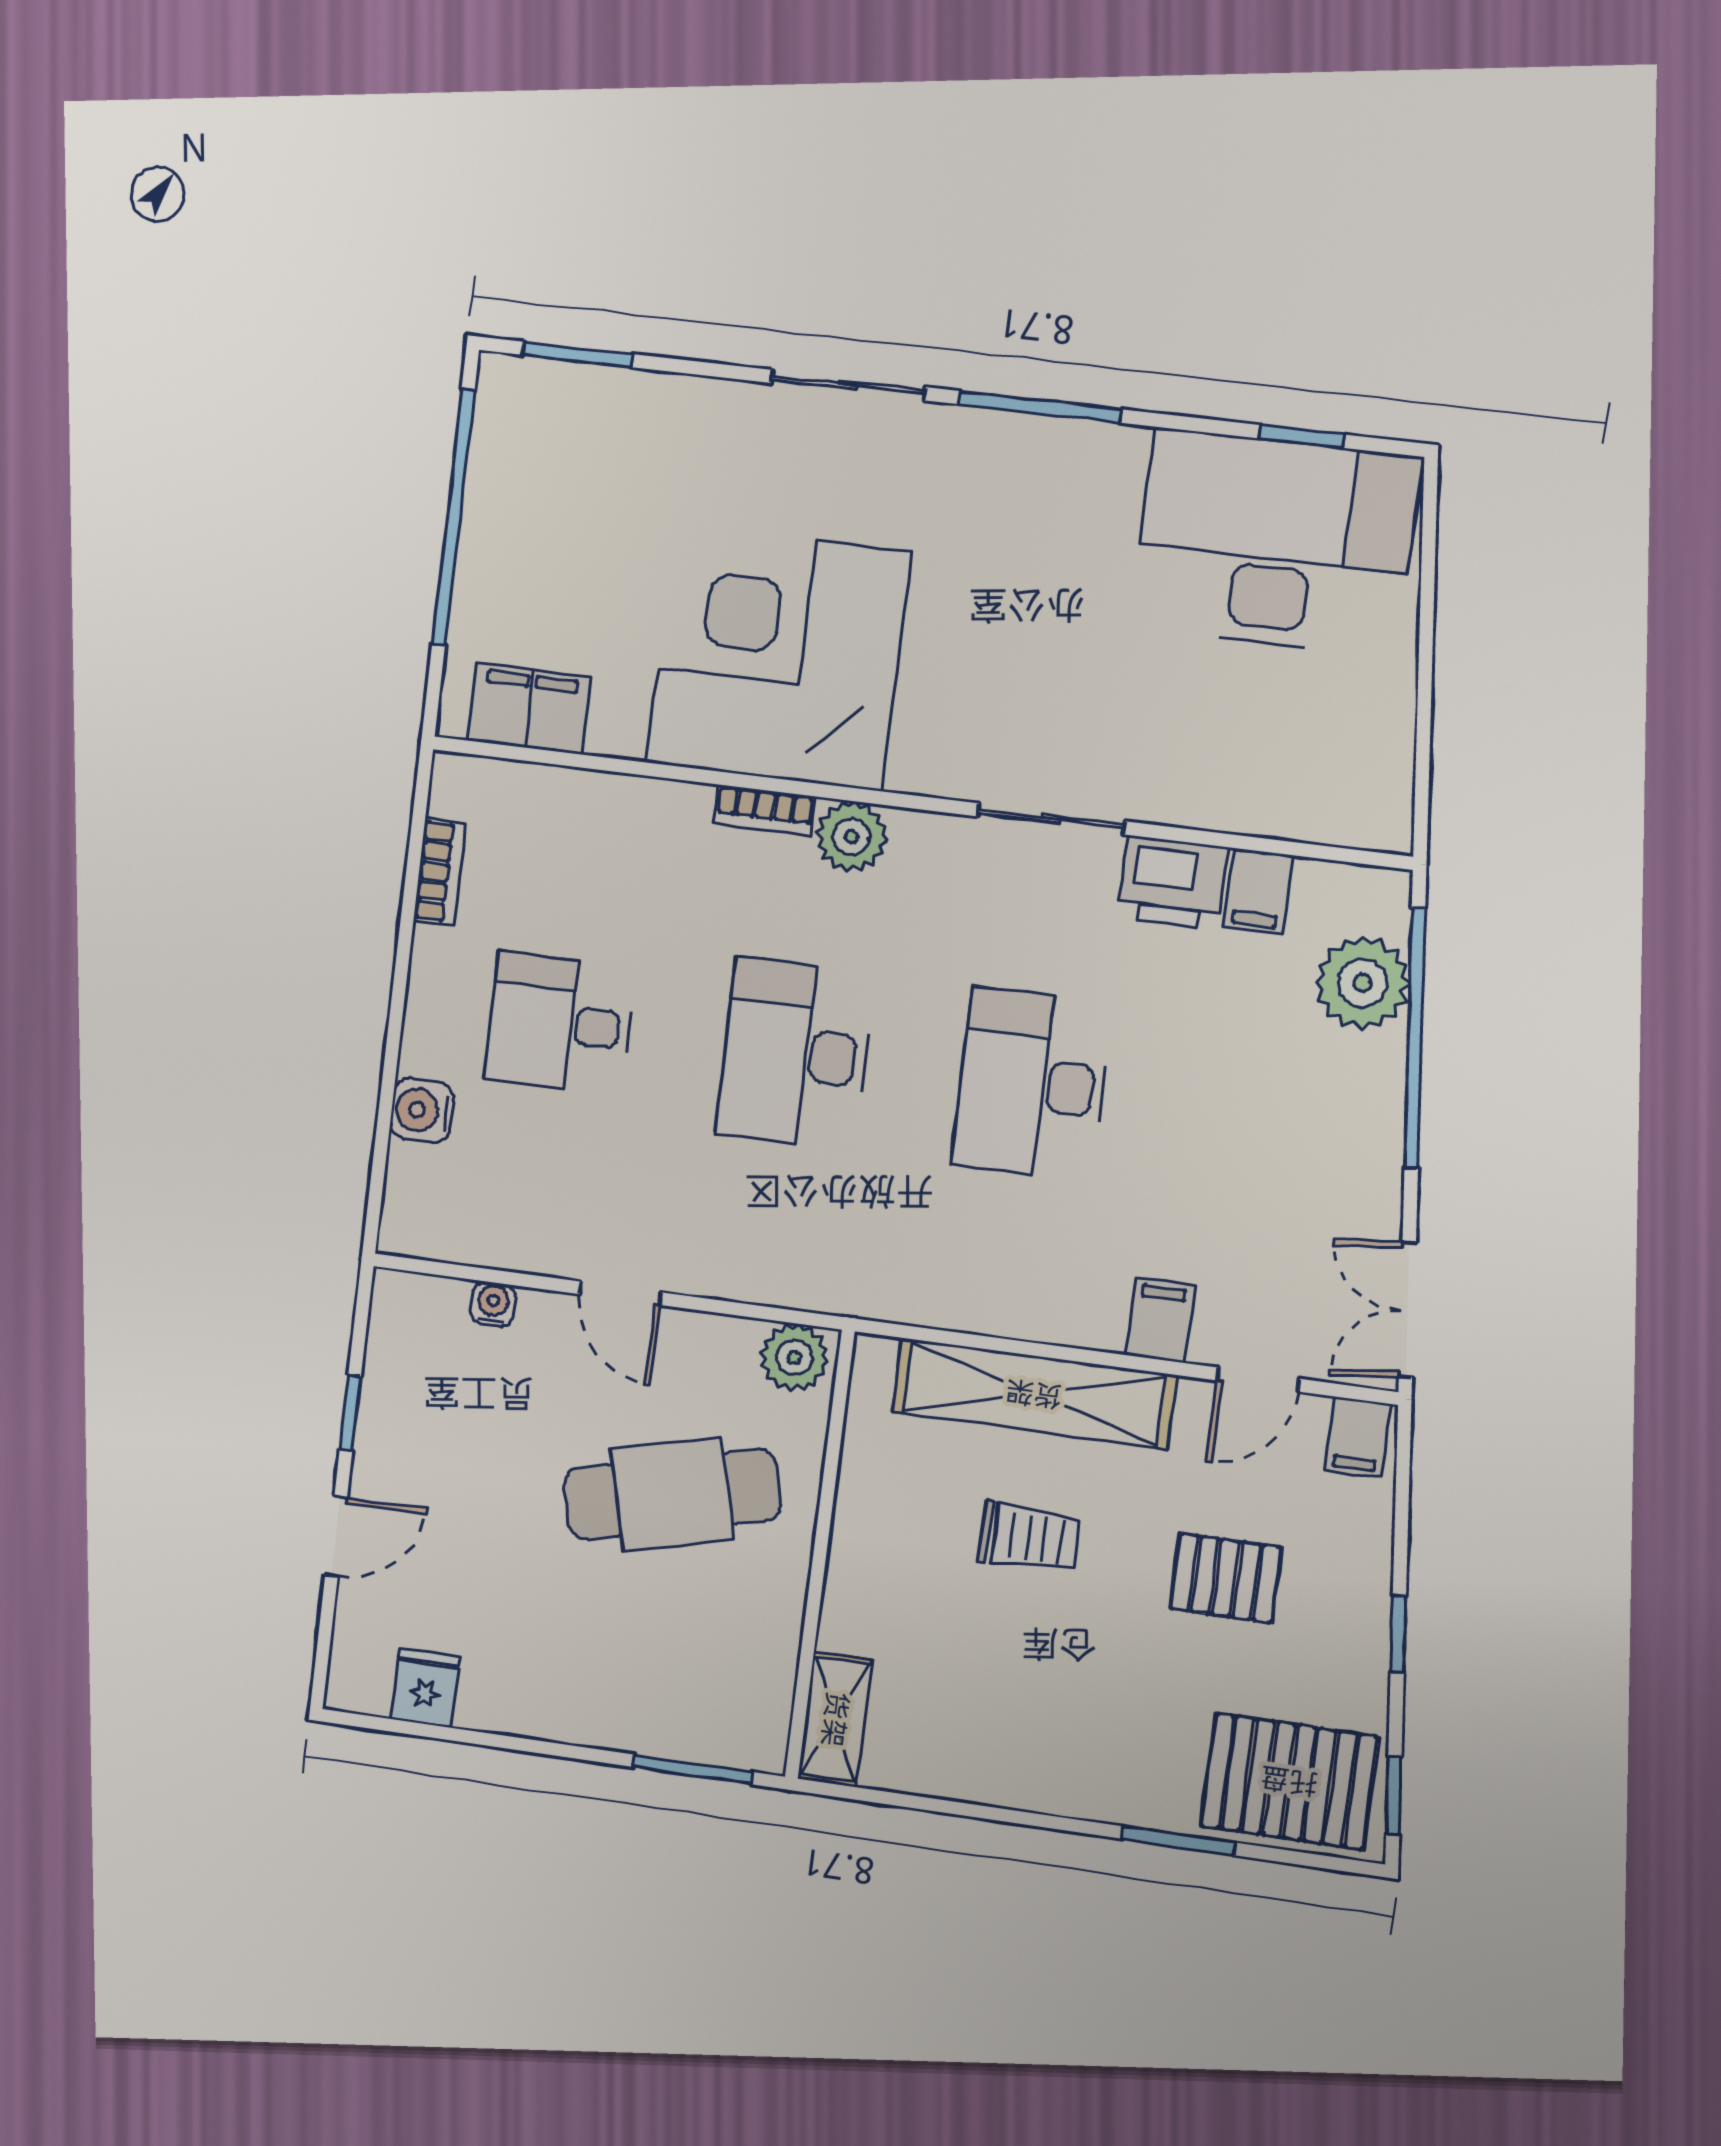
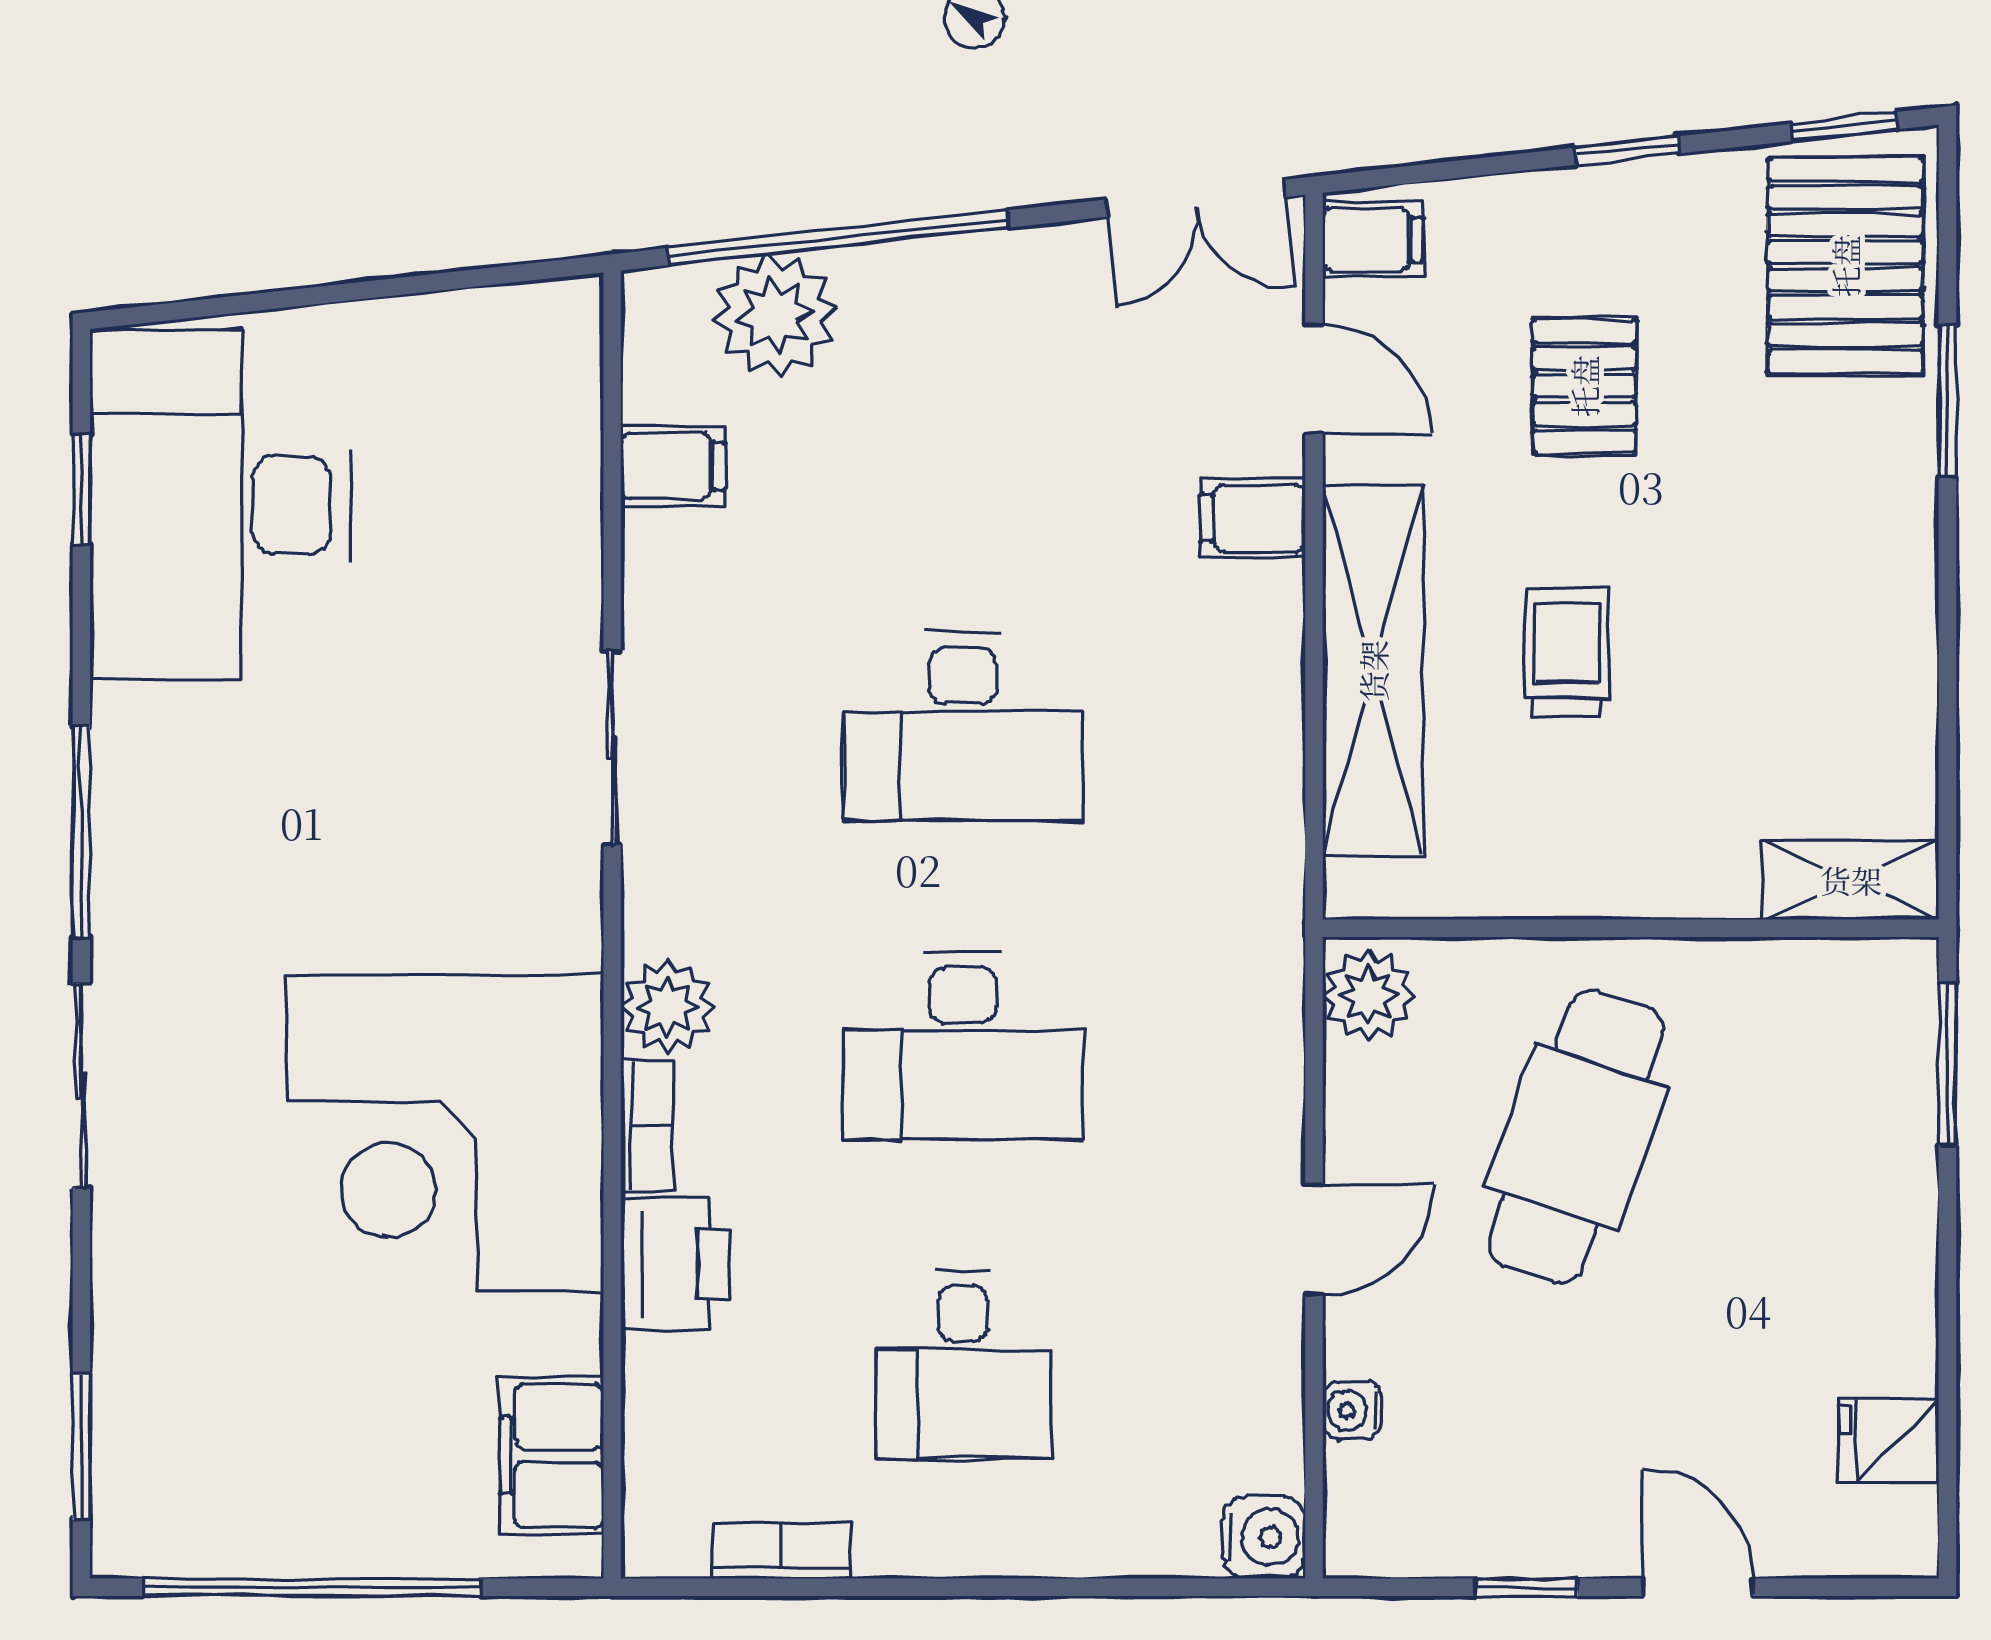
printer: (1173, 883) -> (675, 1265), moved
water cooler: (422, 1110) -> (1264, 1537), moved, turned -90
cafe table: (672, 1494) -> (1576, 1137), turned 33

